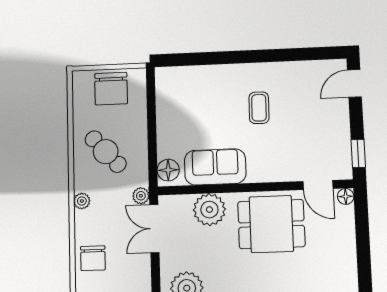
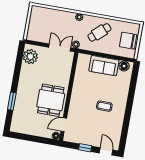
window: (358, 153) -> (85, 148), moved
sofa: (215, 167) -> (104, 66), moved, turned 90
floor lamp: (168, 170) -> (124, 66), moved
plant: (209, 210) -> (63, 74), removed
chair: (93, 258) -> (52, 17), removed

